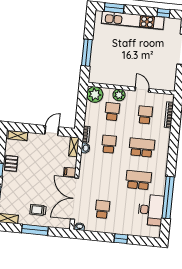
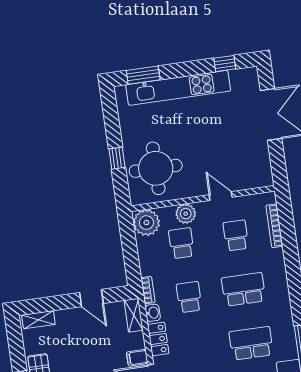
window: (87, 53) -> (117, 158), width x0.46
round table: (108, 64) -> (156, 168), added
door: (52, 131) -> (91, 298), swing flipped
locker: (85, 164) -> (158, 339), added

